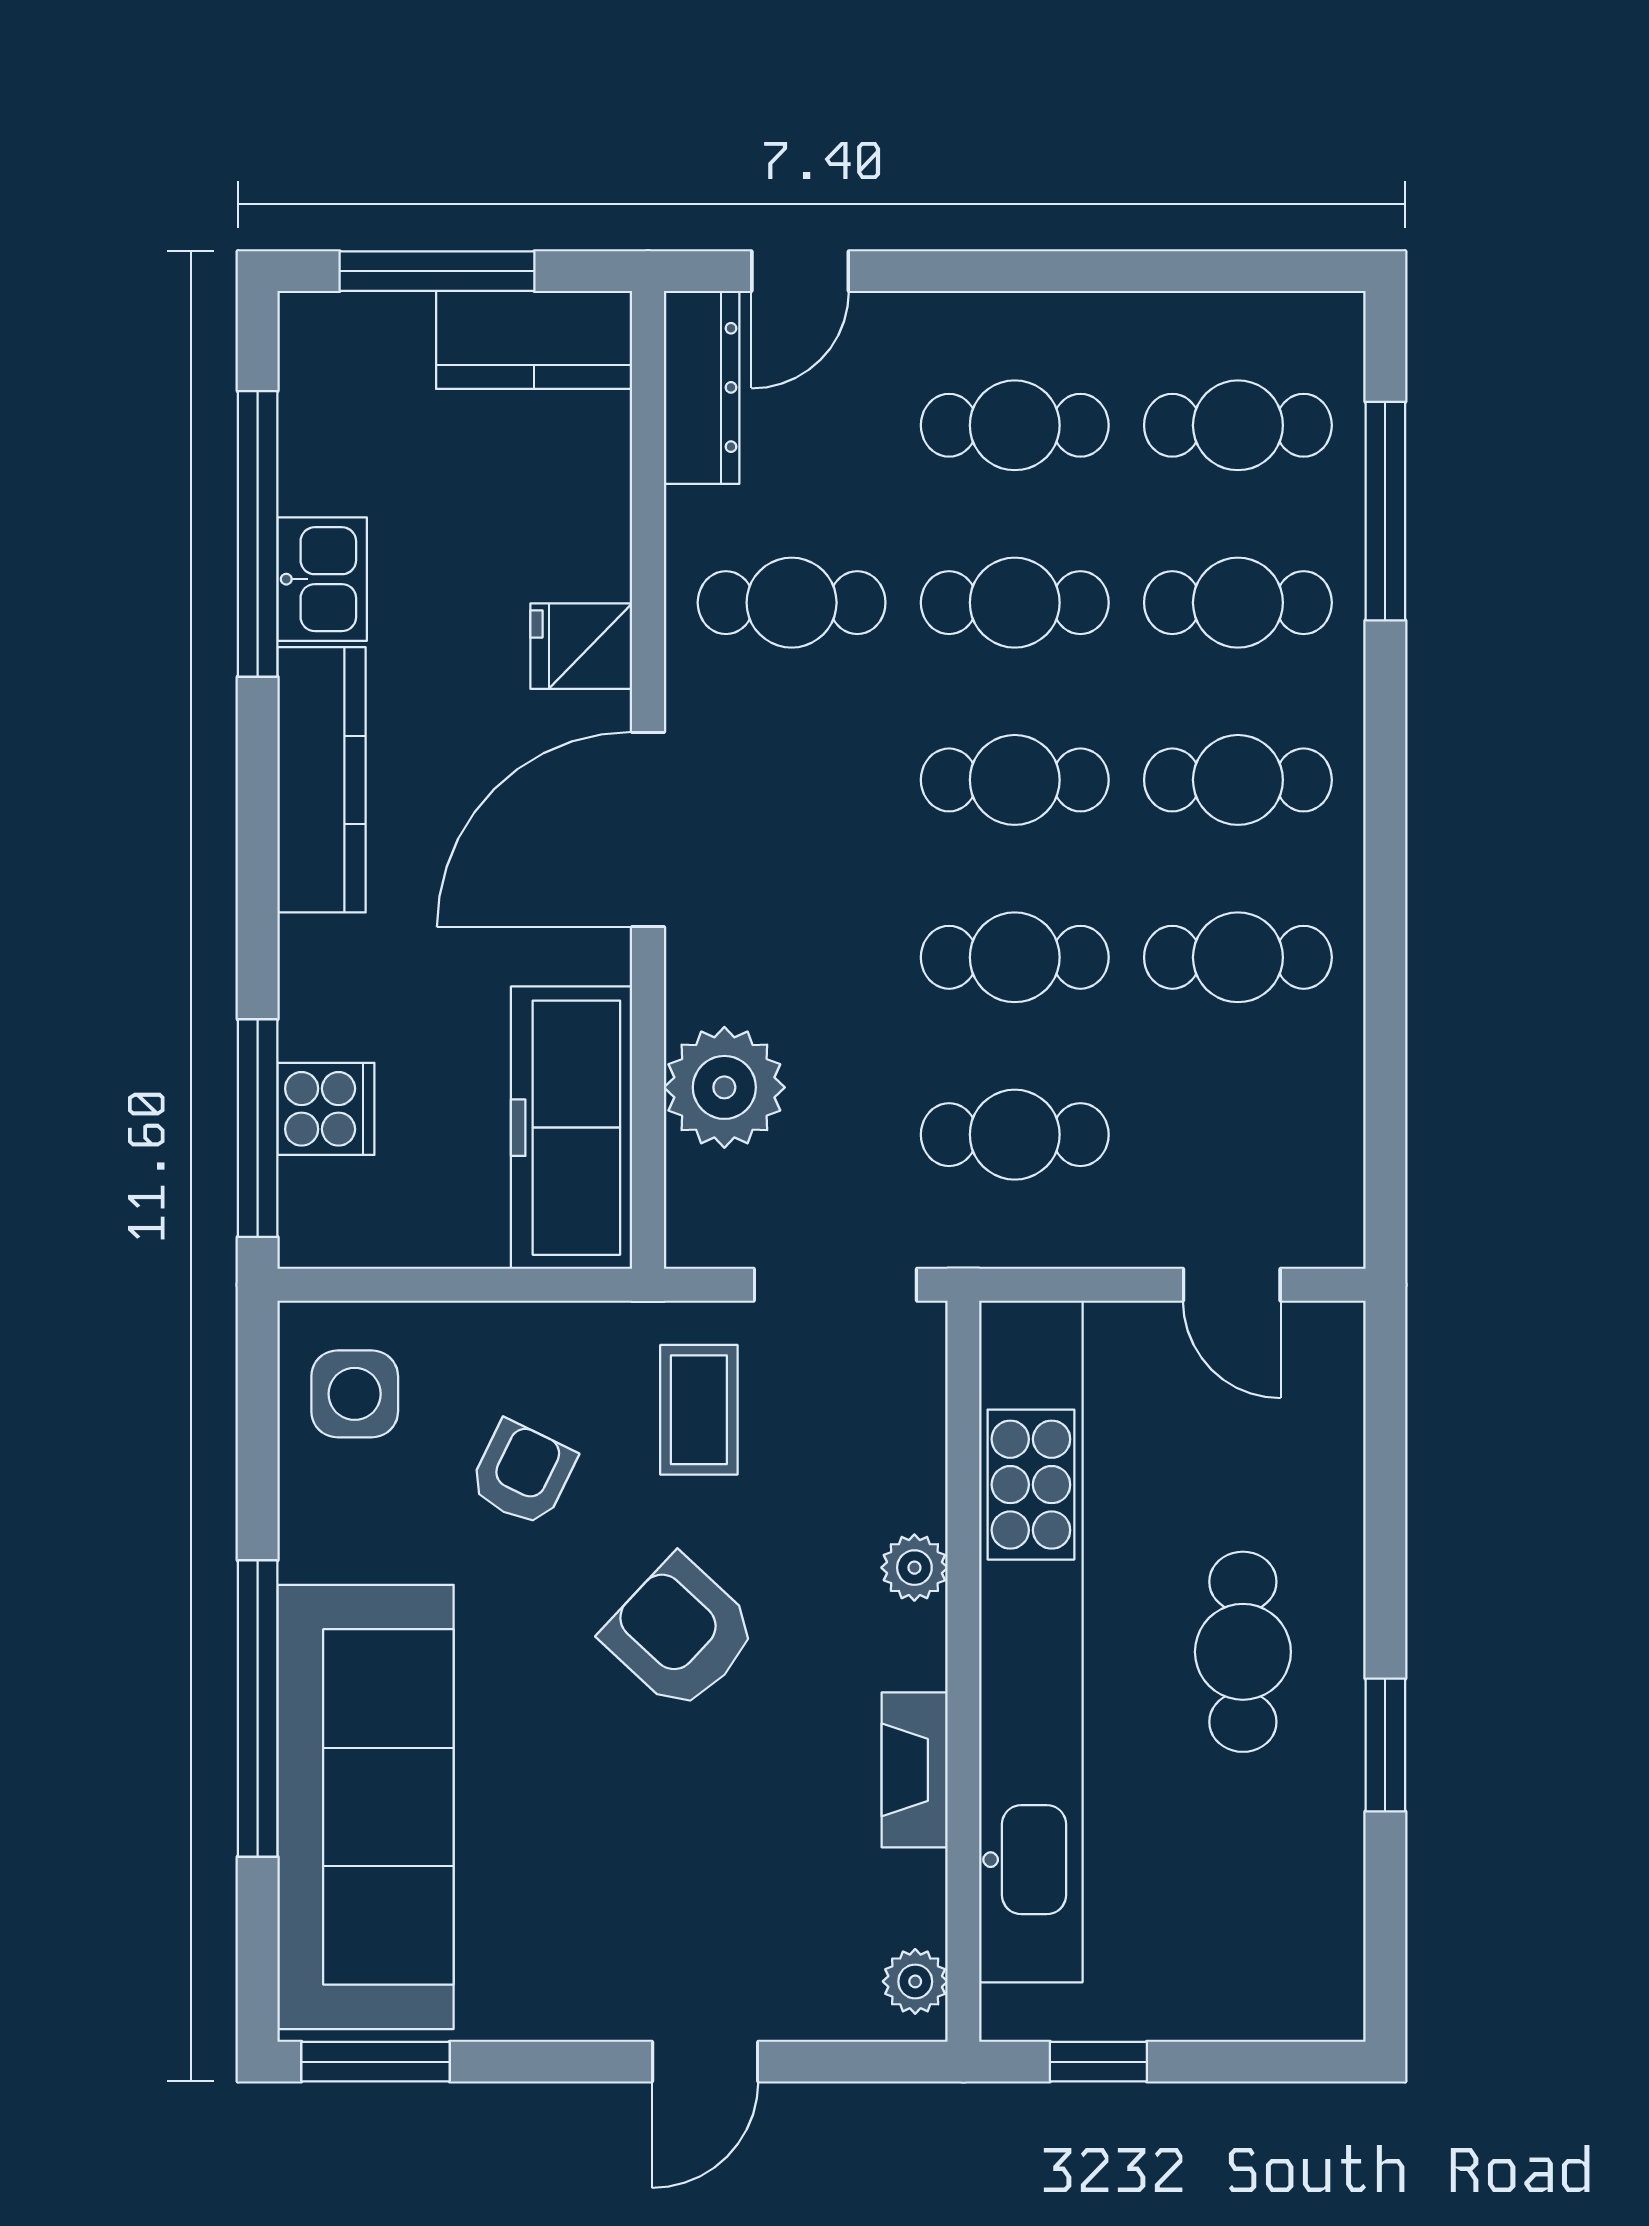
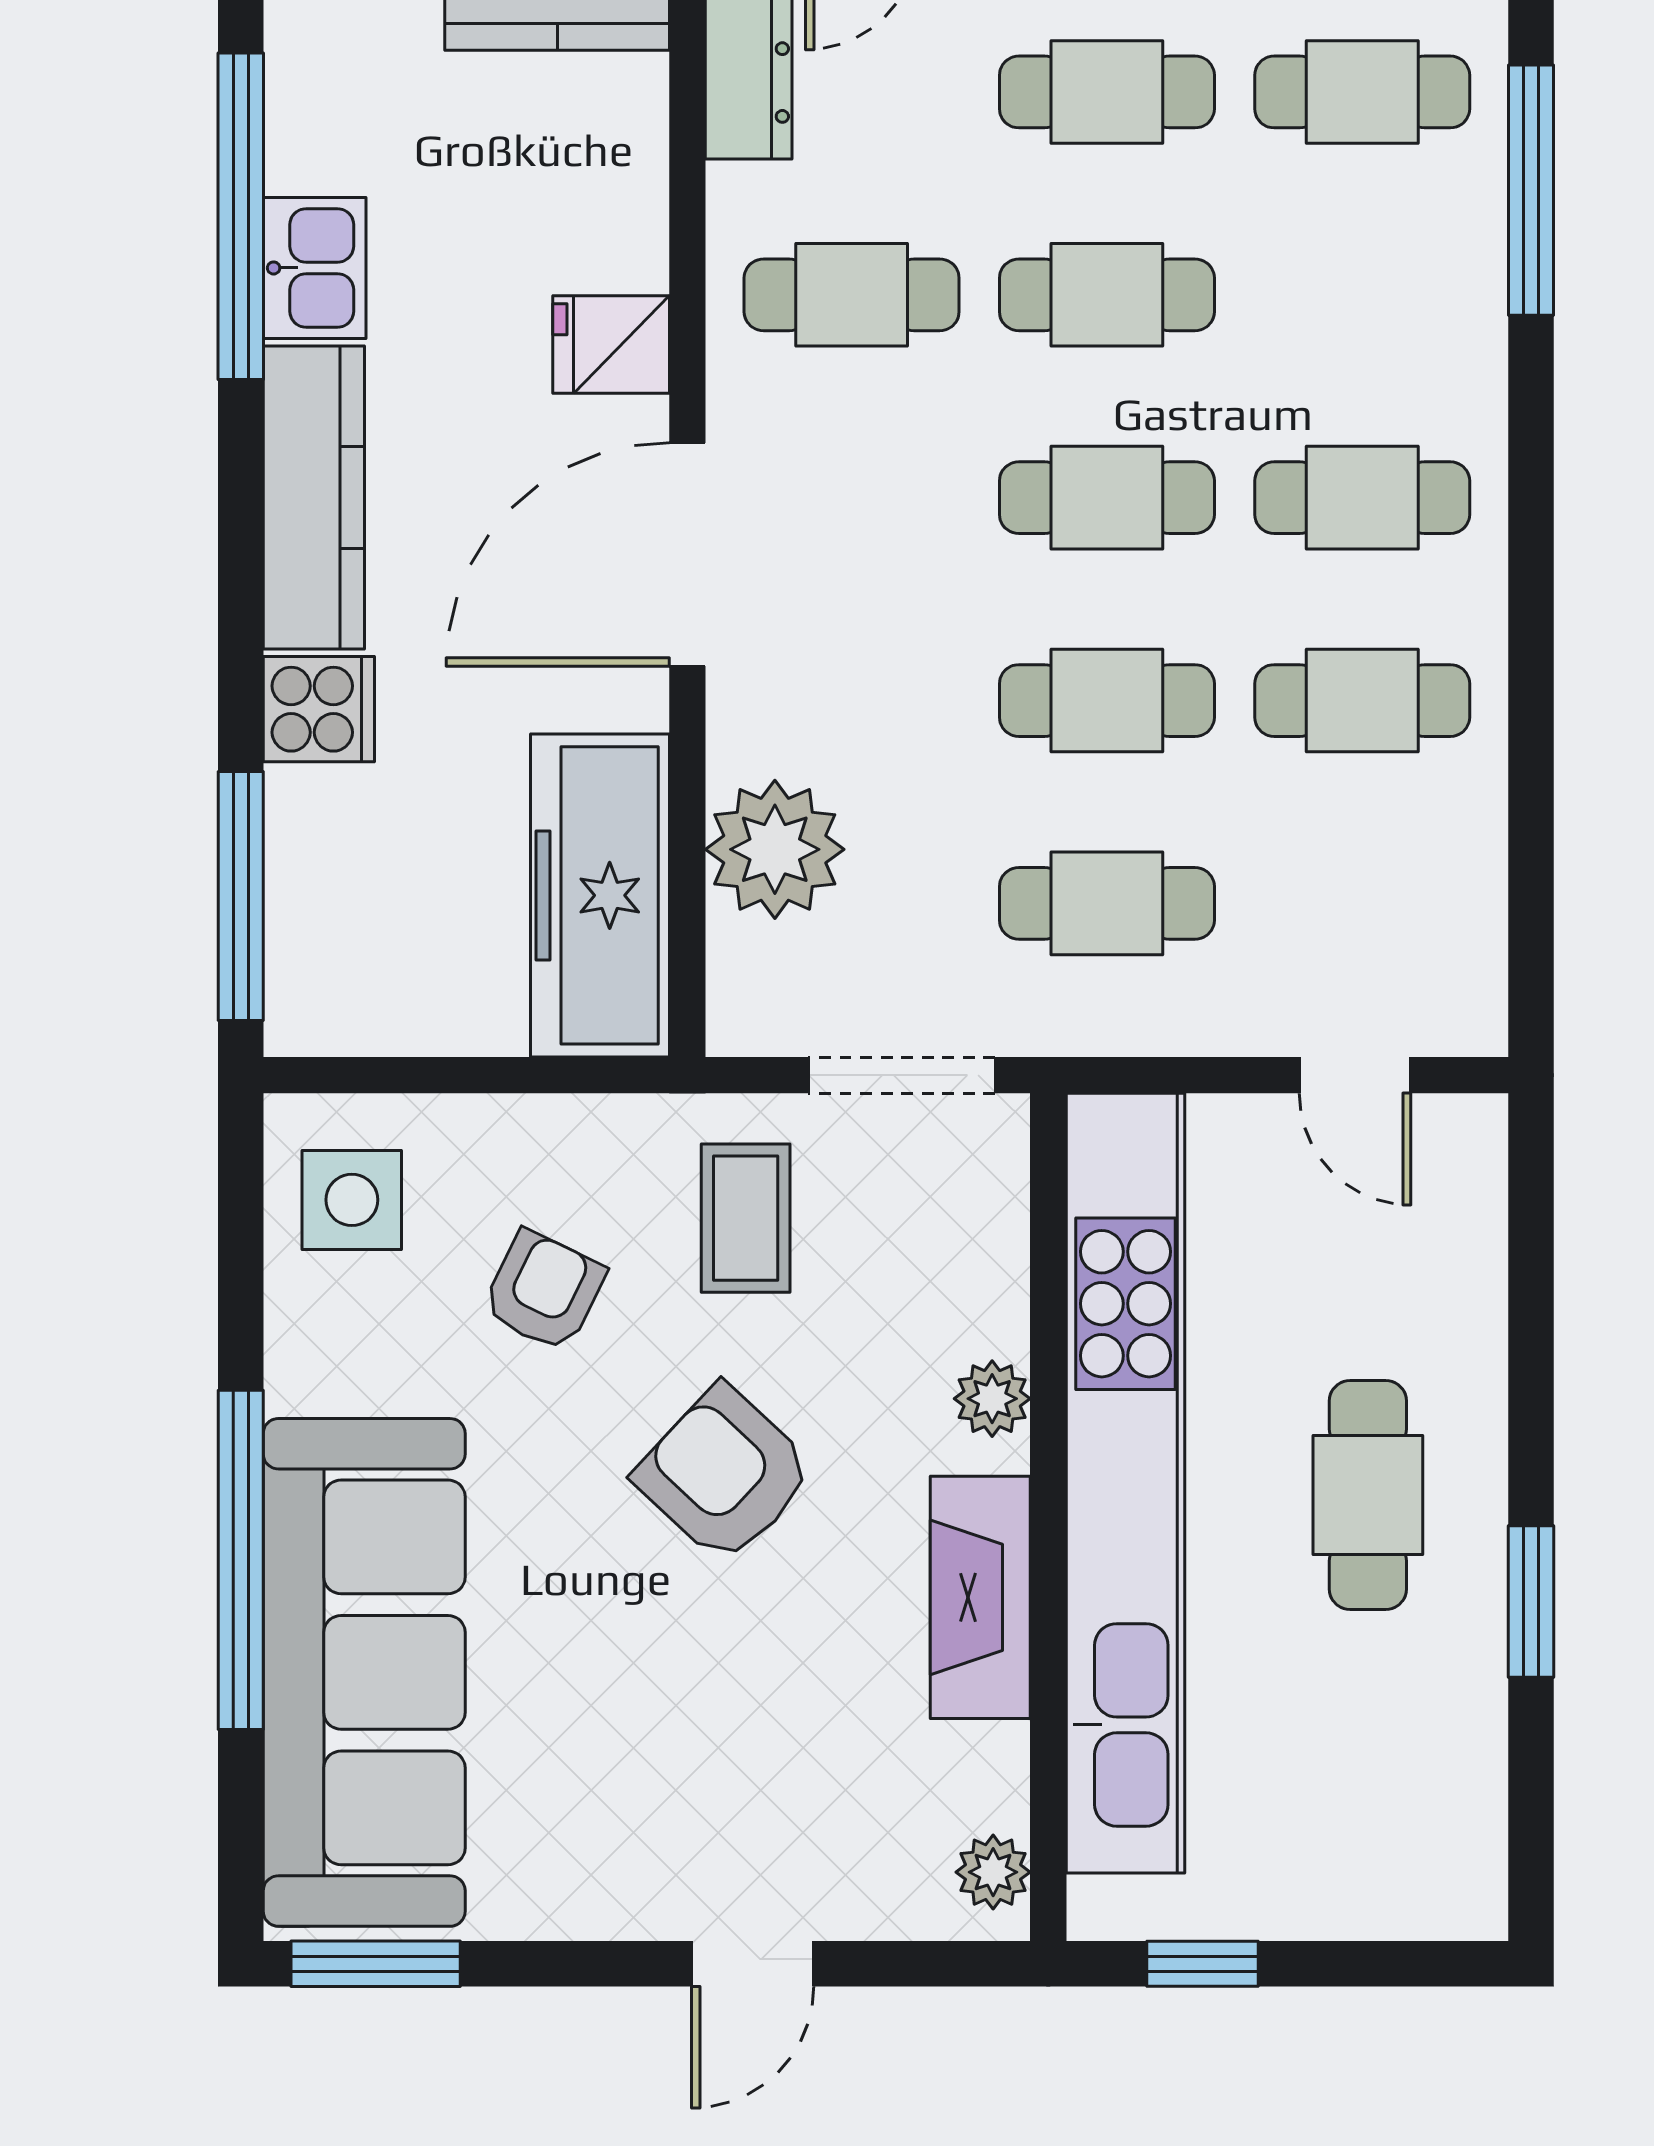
cafe table: (1238, 603) -> (1362, 295), removed
cooker: (326, 1109) -> (319, 709), moved
fireplace: (915, 1770) -> (980, 1597), width x1.37, depth x1.32

